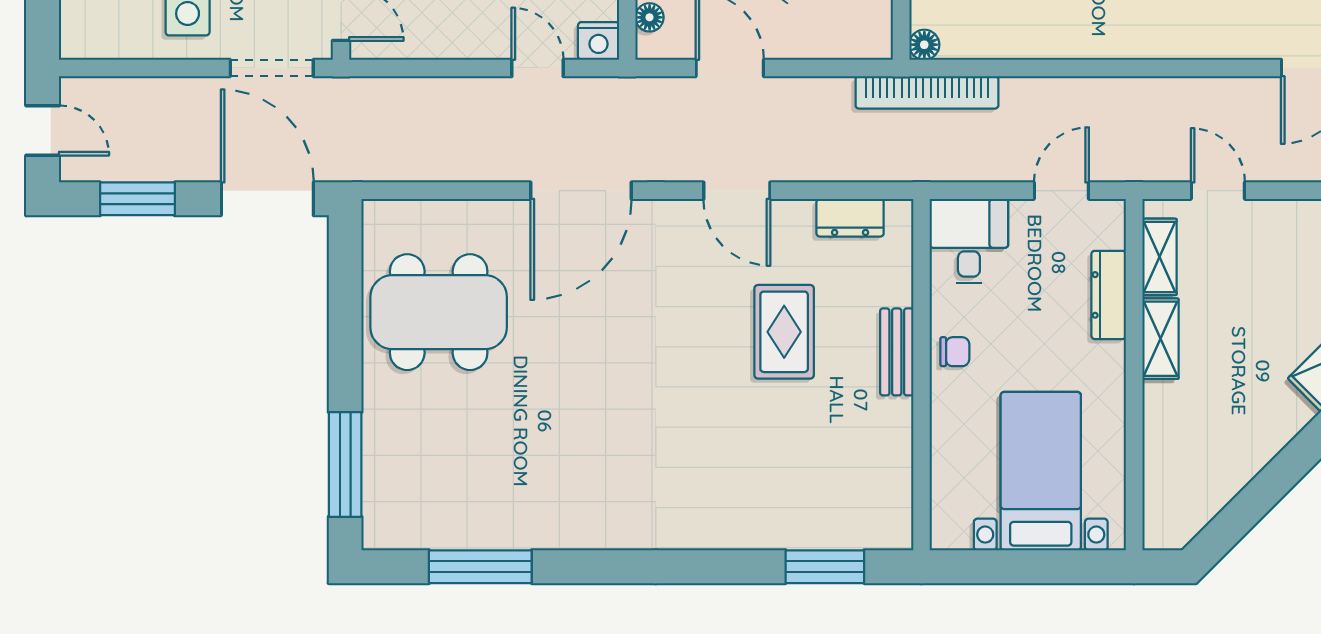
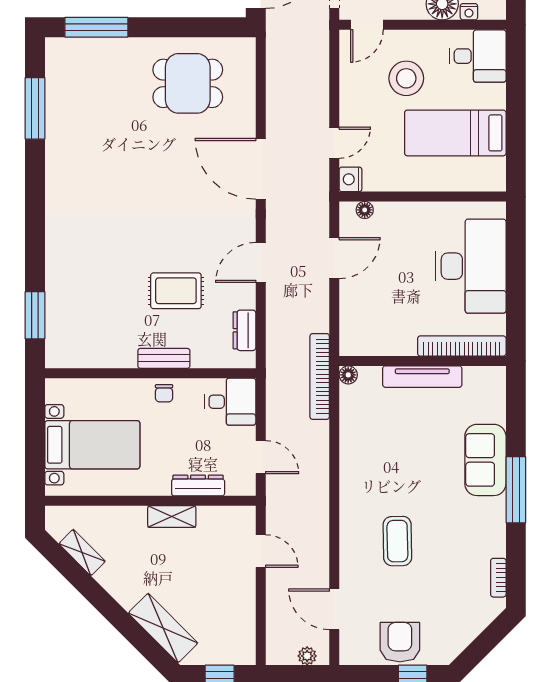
door: (1218, 191) -> (261, 551), hinge flipped
shelving: (1159, 257) -> (82, 552), moved, turned 45
dining table: (439, 312) -> (188, 83), width x0.73

